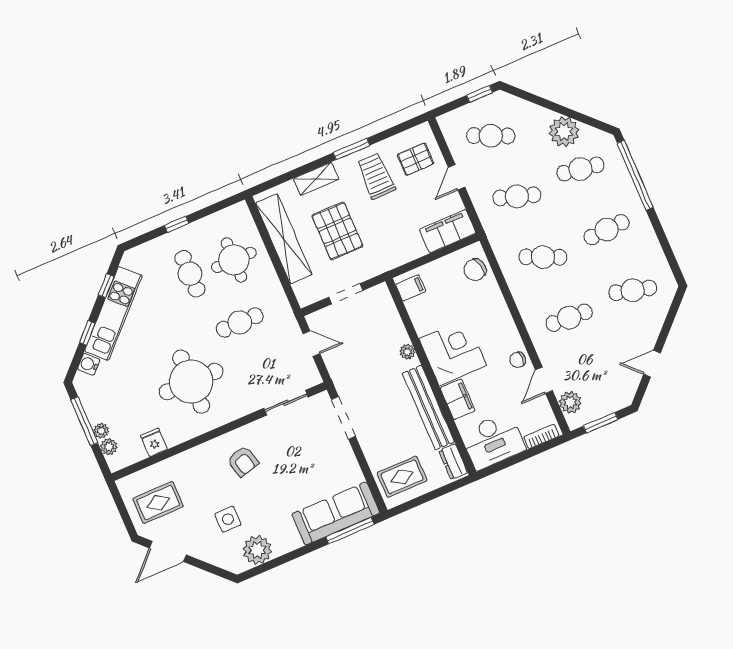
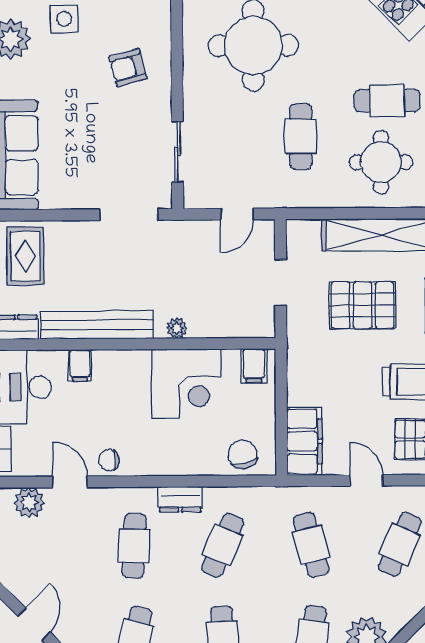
cafe table: (517, 196) -> (311, 545), turned -33
dresser: (524, 300) -> (180, 499), added
corner desk: (453, 352) -> (186, 384), moved
chair: (518, 360) -> (109, 460), turned -90
filing cabinet: (458, 399) -> (80, 365), width x0.50

